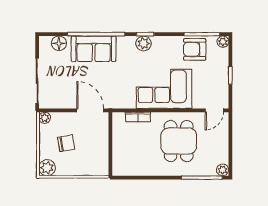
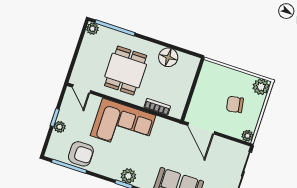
plant: (223, 42) -> (60, 127), moved
door: (214, 110) -> (81, 89), swing flipped
floor lamp: (143, 167) -> (168, 57), added

